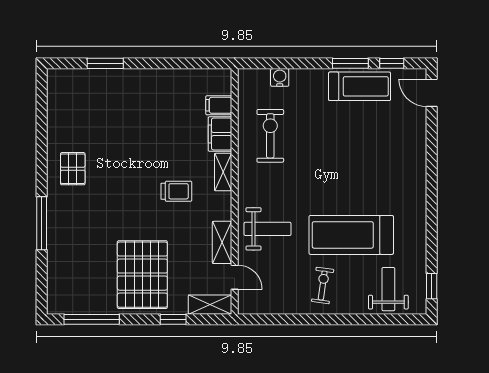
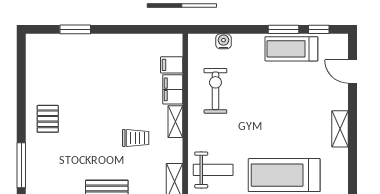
treadmill: (360, 86) -> (291, 49), turned 180
door: (432, 93) -> (353, 72), moved
shelving: (417, 181) -> (340, 129), added

